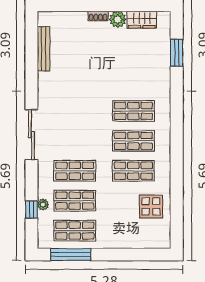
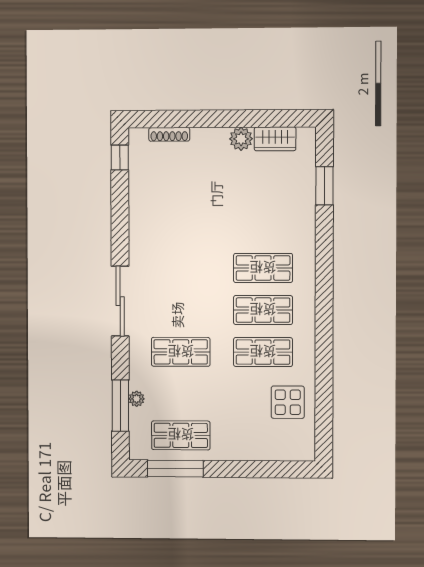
shoe rack: (98, 16) -> (169, 134), moved, width x1.43
window: (31, 32) -> (120, 158), added
bench: (44, 49) -> (137, 181), removed
shop shelf: (75, 201) -> (181, 394), removed
window: (31, 209) -> (120, 406), width x2.17

